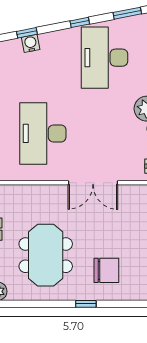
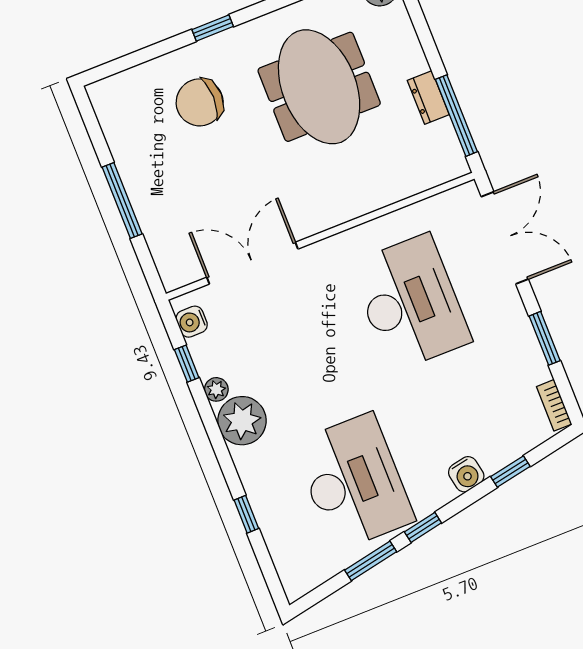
window: (127, 13) -> (371, 561), moved
water cooler: (31, 43) -> (466, 474), moved
double door: (93, 183) -> (252, 263), moved

